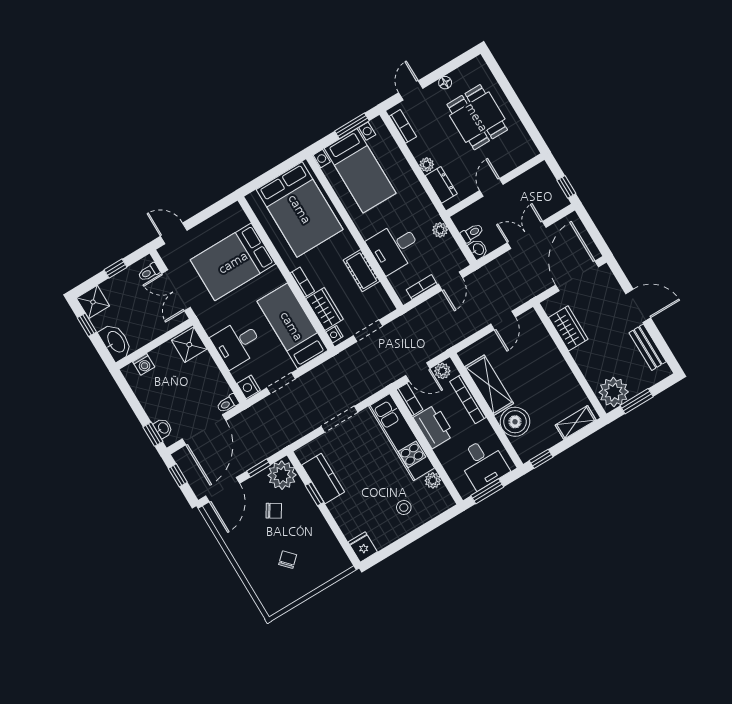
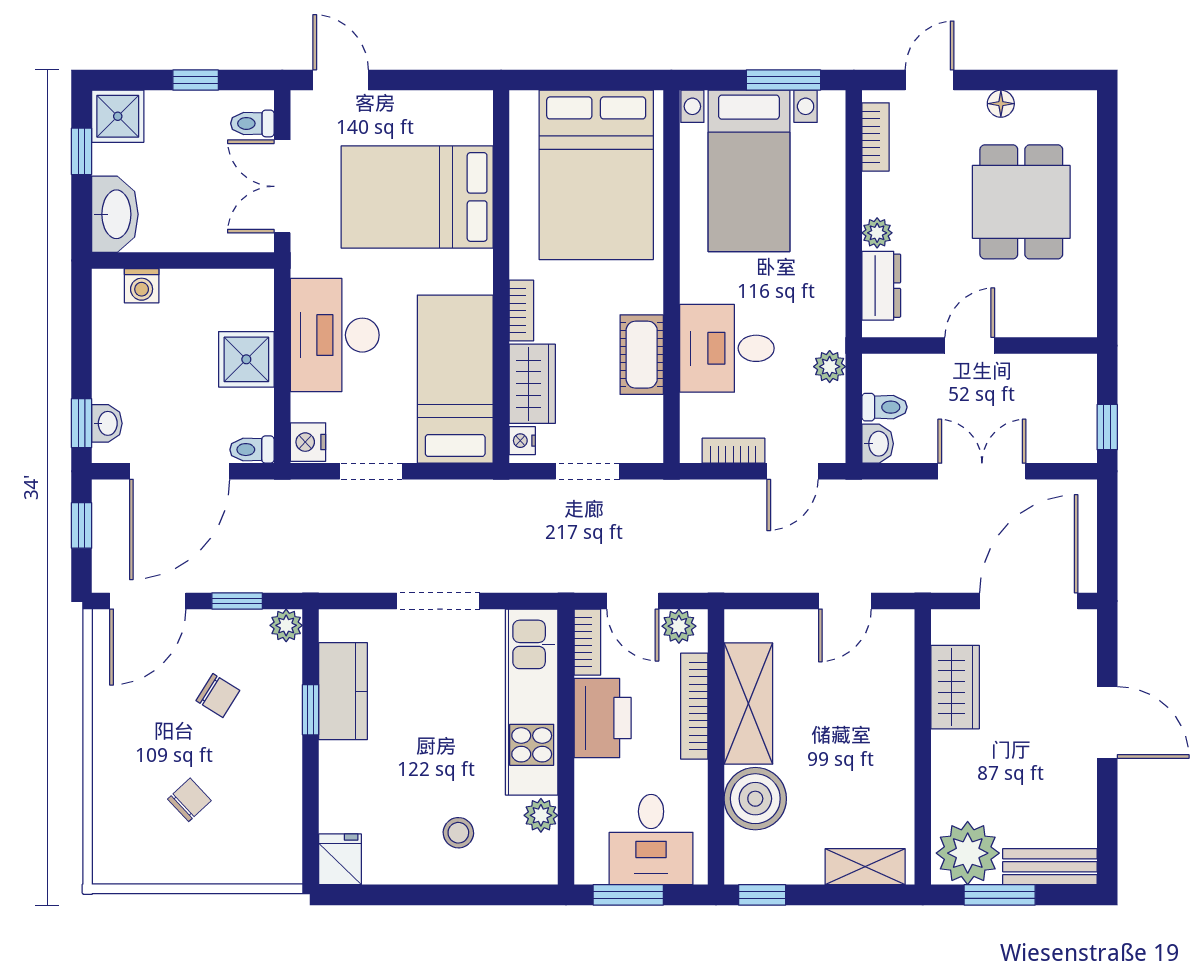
desk: (237, 343) -> (335, 335), width x1.37
shower: (189, 345) -> (246, 359), moved
bench: (648, 347) -> (1050, 867), moved, turned 90
plant: (282, 475) -> (286, 625), width x0.53, depth x0.53

